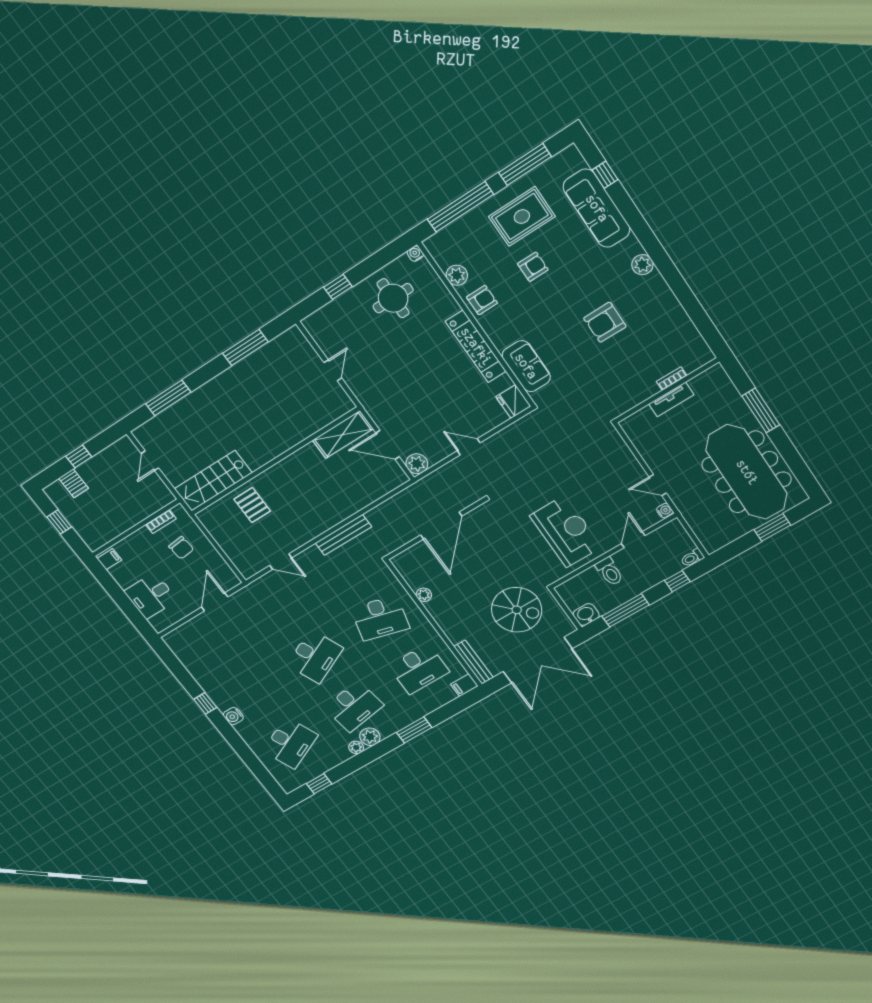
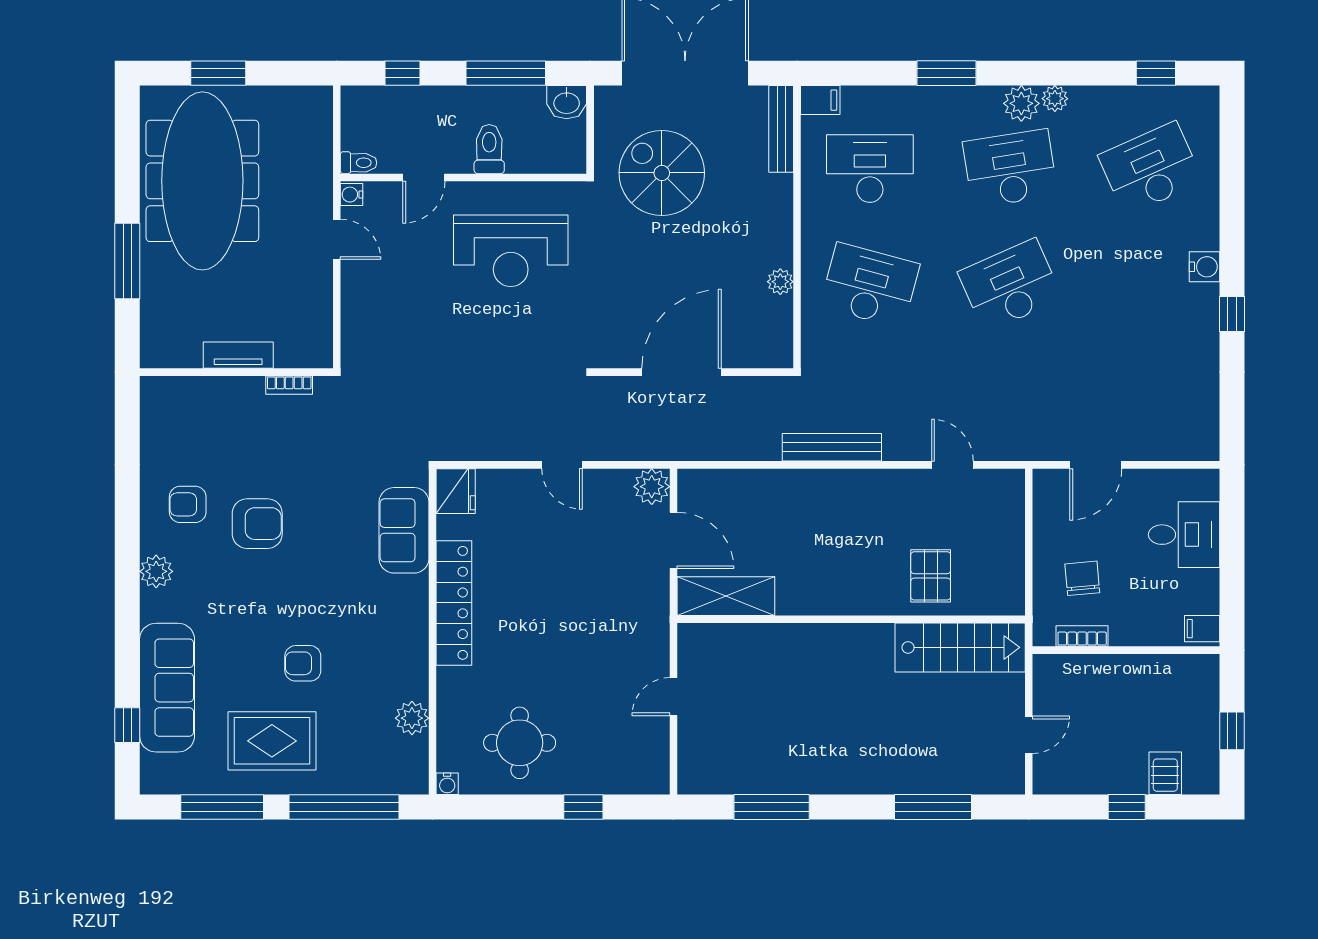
armchair: (482, 300) -> (188, 504), moved
bookcase: (672, 379) -> (289, 385), moved
reception desk: (566, 531) -> (511, 251), turned -90
toilet: (692, 558) -> (359, 163), moved

